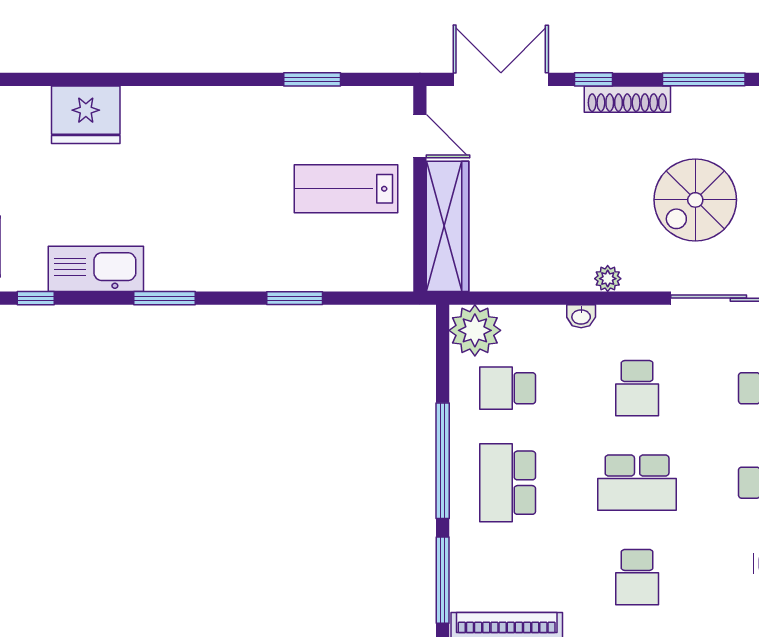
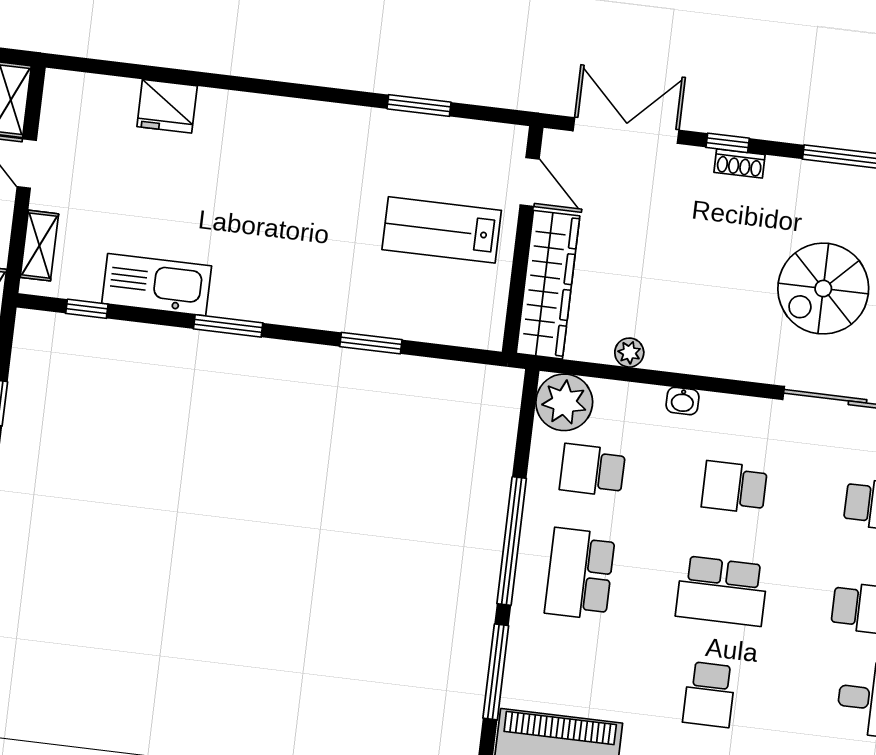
shoe rack: (627, 99) -> (740, 163), width x0.51, depth x0.81
fridge: (86, 115) -> (167, 106), width x0.73, depth x0.75
plant: (608, 279) -> (629, 353), moved
school desk: (637, 388) -> (734, 487), turned 90

